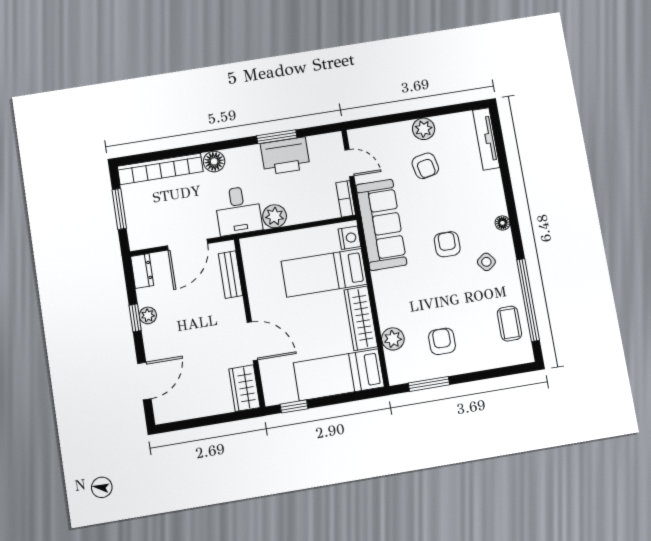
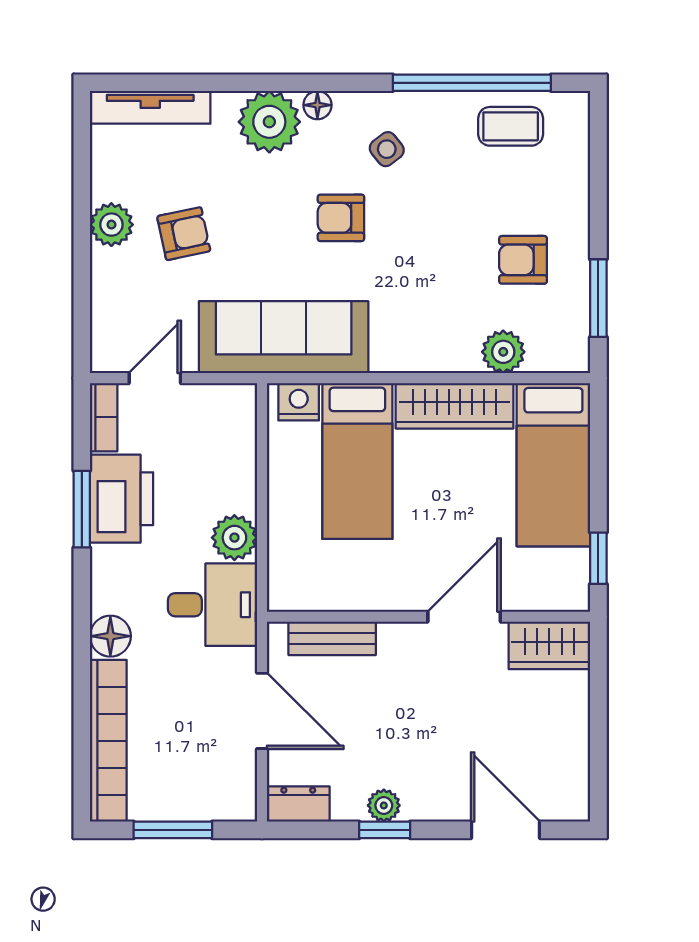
bookcase: (346, 199) -> (104, 417), moved, turned -90
plant: (490, 200) -> (269, 122), added

